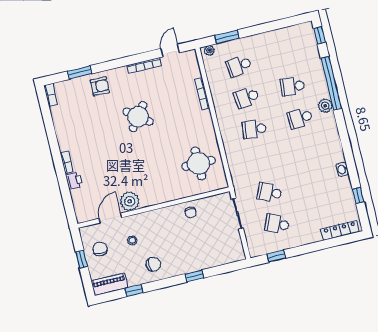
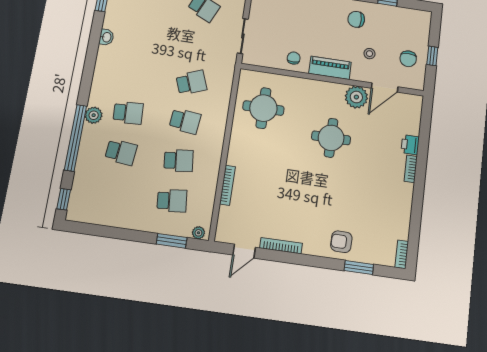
round table: (138, 117) -> (331, 138), moved, turned -37
school desk: (270, 192) -> (191, 83), moved, turned -45
piano: (110, 284) -> (330, 68), moved, turned 180

